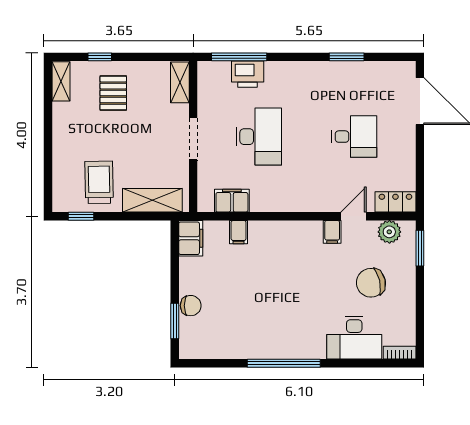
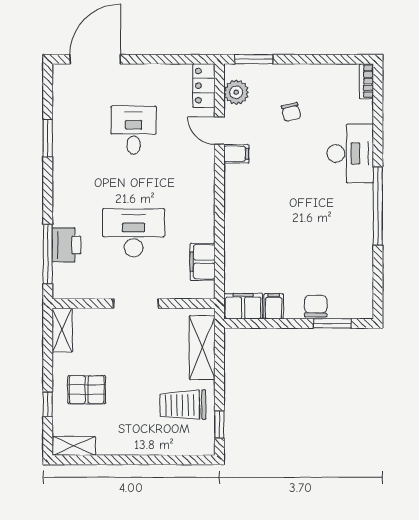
shelving: (180, 82) -> (62, 330), moved, turned 90
filing cabinet: (239, 232) -> (274, 306), moved, turned -90
chair: (371, 283) -> (291, 112), width x0.54, depth x0.54
desk: (354, 338) -> (350, 153), moved

